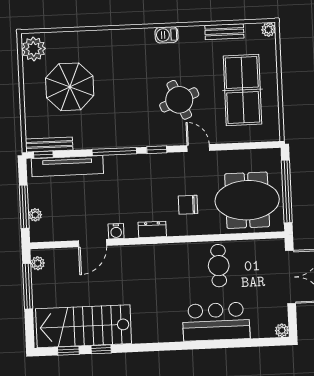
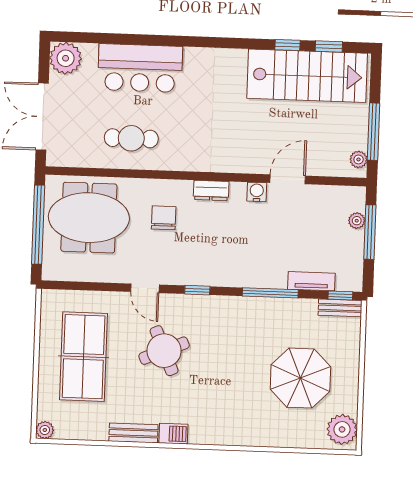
bench: (224, 32) -> (133, 433), moved
bench: (49, 145) -> (340, 308), width x0.73
window: (114, 152) -> (270, 293), moved
tv unit: (67, 166) -> (311, 281), width x0.52, depth x0.78
chair: (188, 205) -> (164, 218), turned -90
cafe table: (219, 266) -> (131, 138), turned 90
plant: (282, 330) -> (66, 58), width x1.88, depth x1.88

